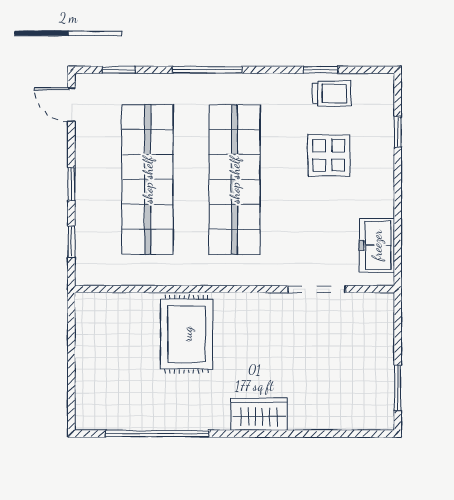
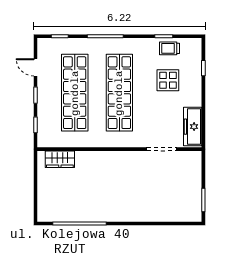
trolley: (332, 93) -> (169, 48), turned 180
door: (71, 105) -> (35, 67), moved
freezer: (377, 245) -> (193, 127), width x1.40
rug: (187, 334) -> (95, 172), removed
wardrobe: (259, 414) -> (60, 159), moved, turned 180

